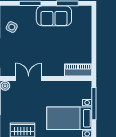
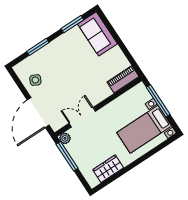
sofa: (54, 16) -> (97, 34), moved, turned 90

